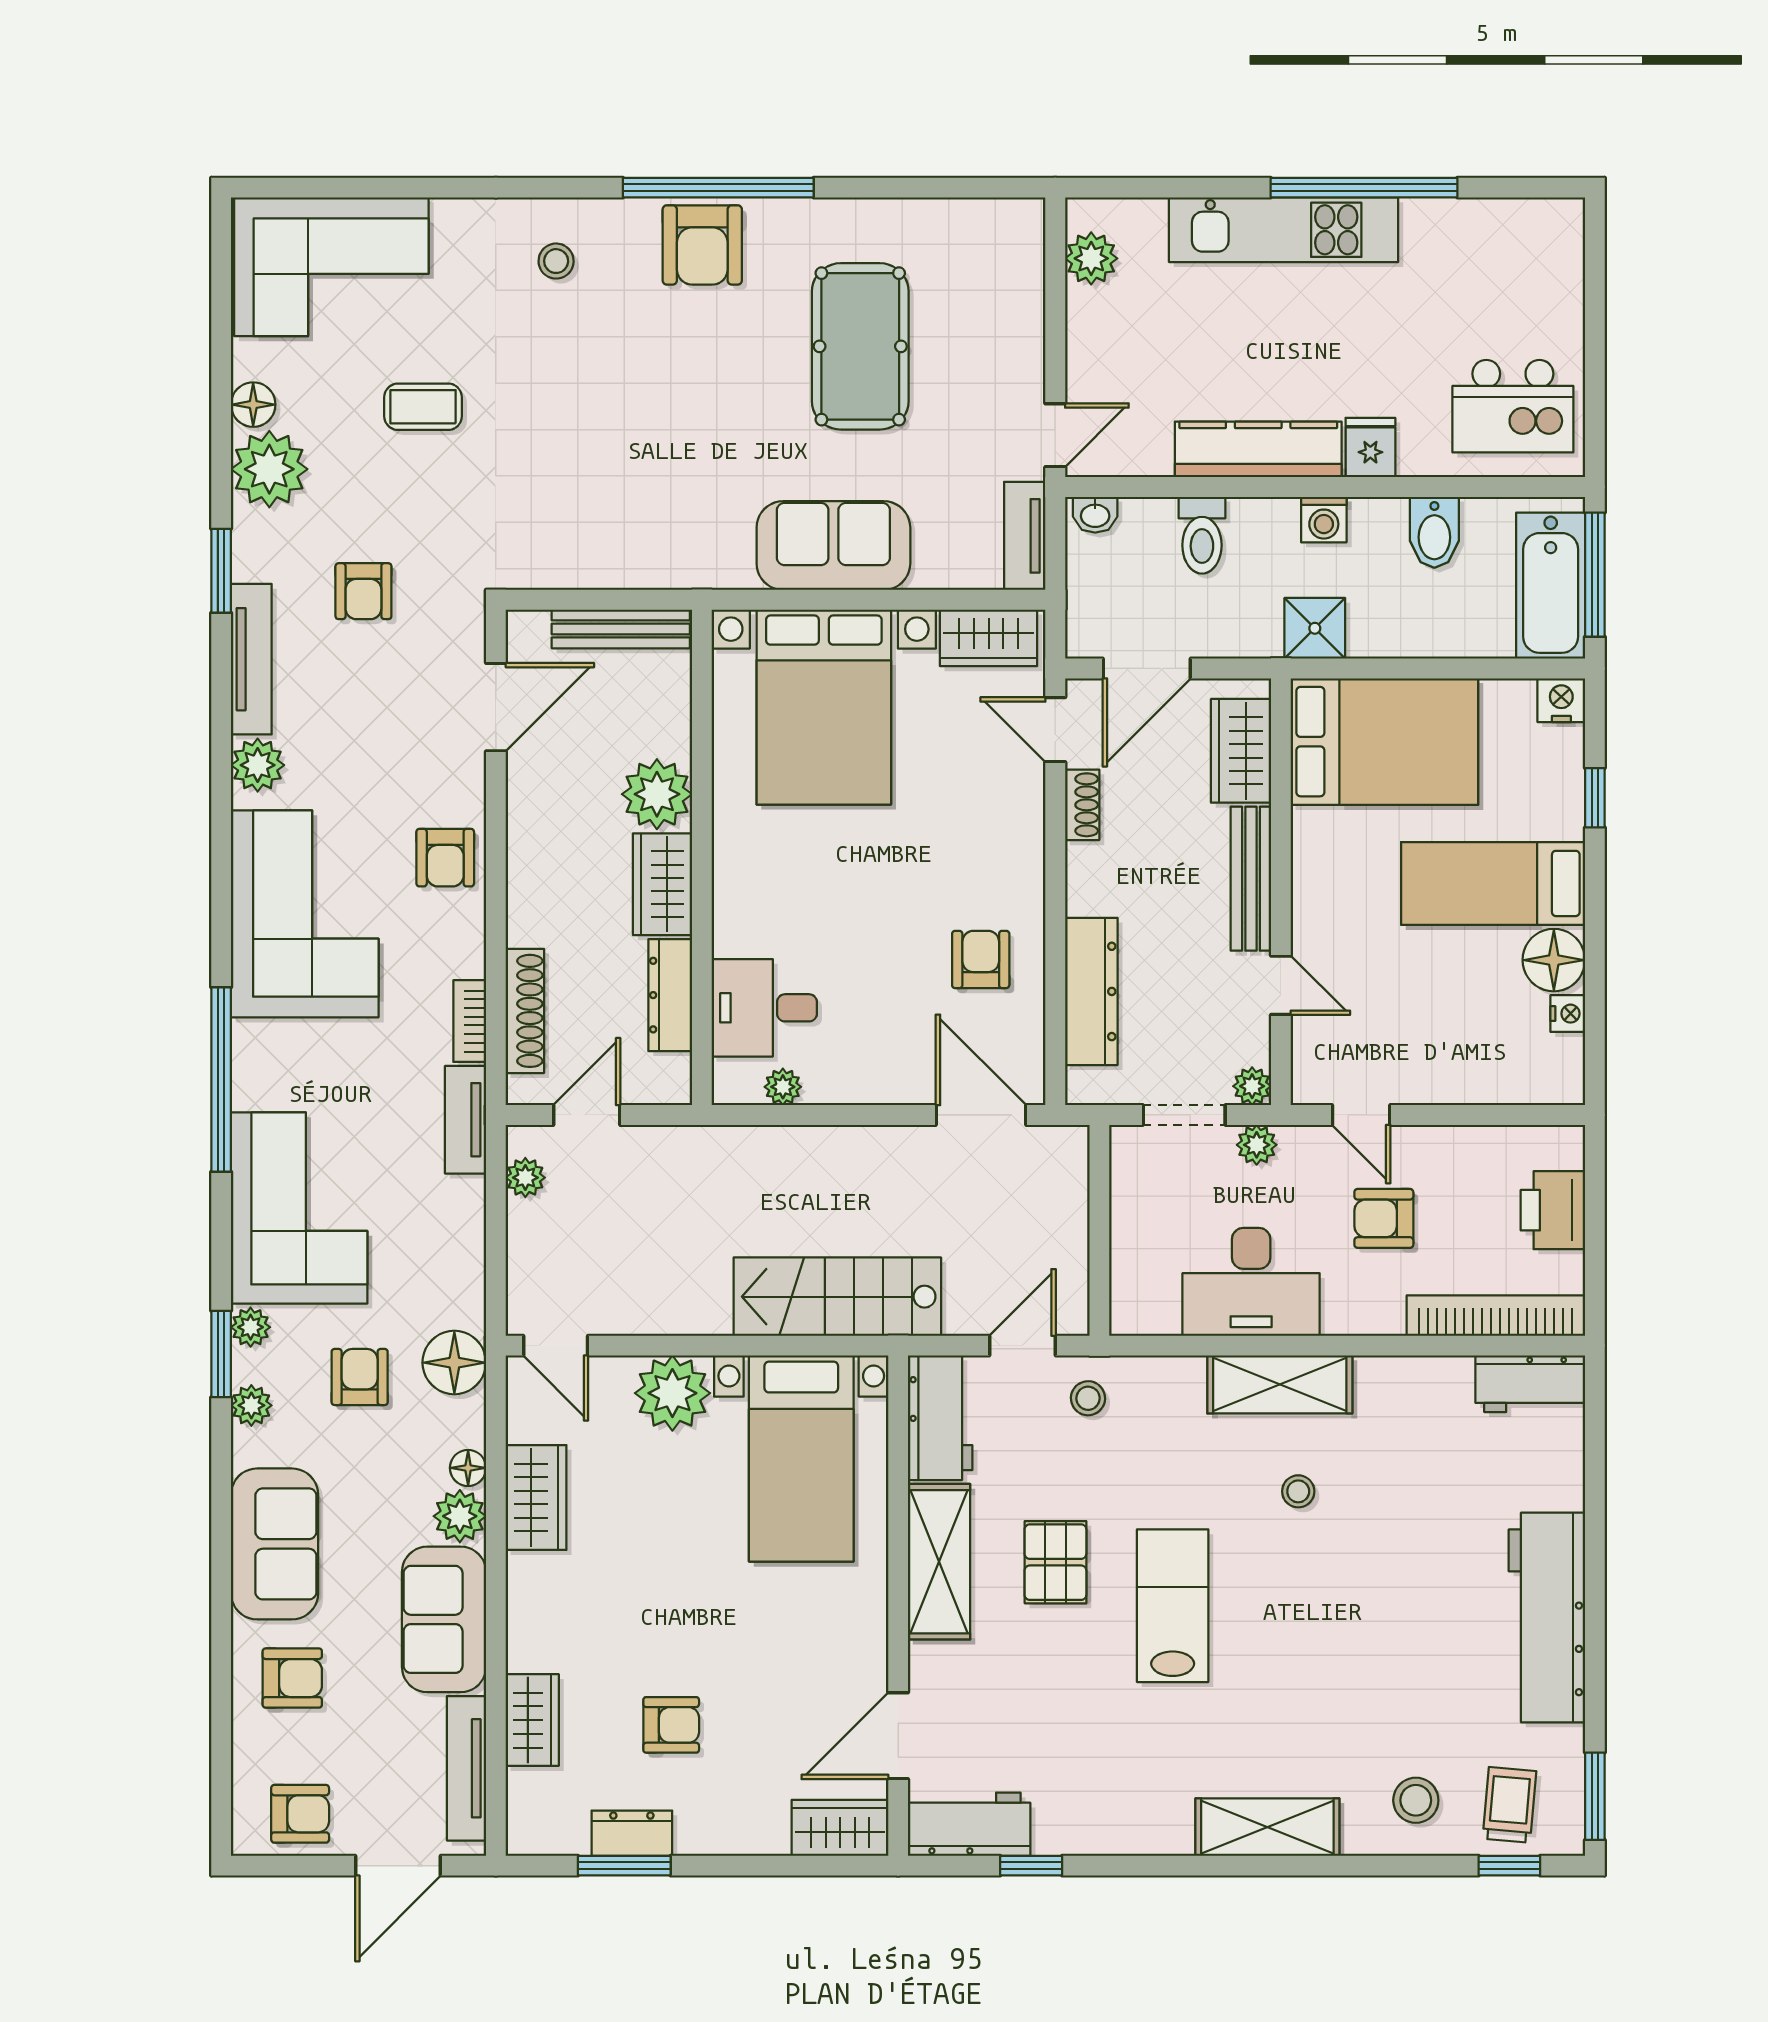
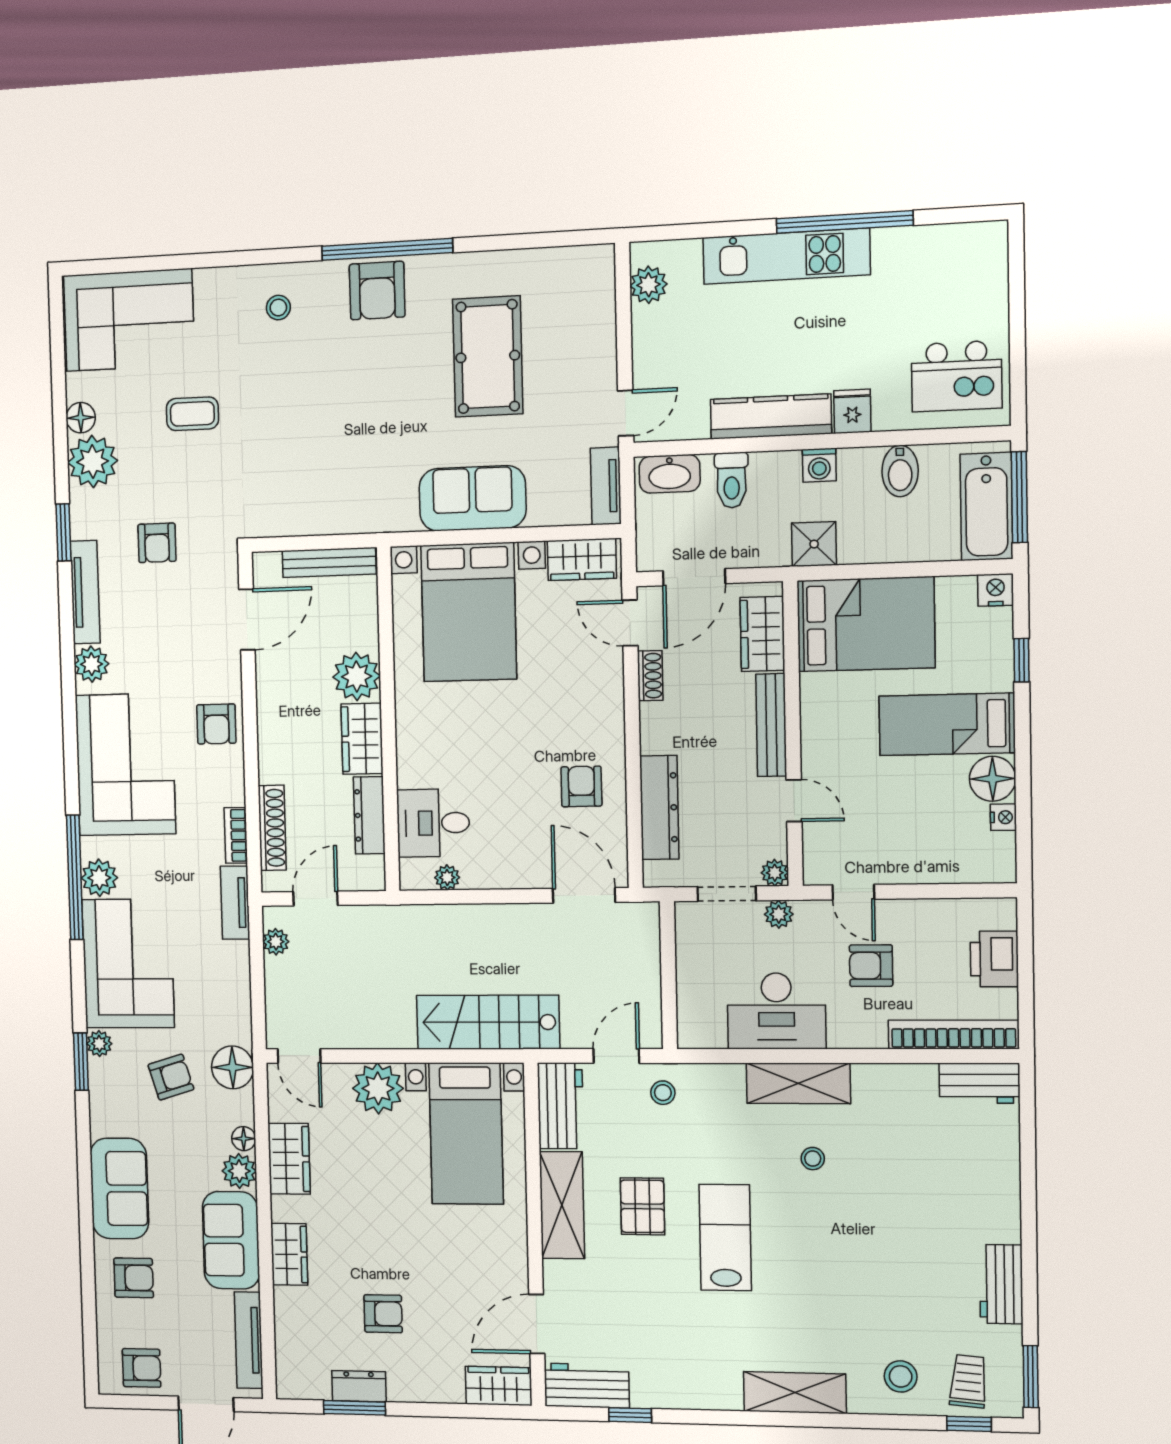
washbasin: (1095, 515) -> (670, 474), width x1.91, depth x1.45
armchair: (360, 1377) -> (171, 1077), turned 73
plant: (251, 1405) -> (99, 878), moved, width x1.38, depth x1.38
workbench: (1547, 1617) -> (1001, 1284), width x0.53, depth x0.76
wardrobe: (532, 1720) -> (289, 1254), moved

